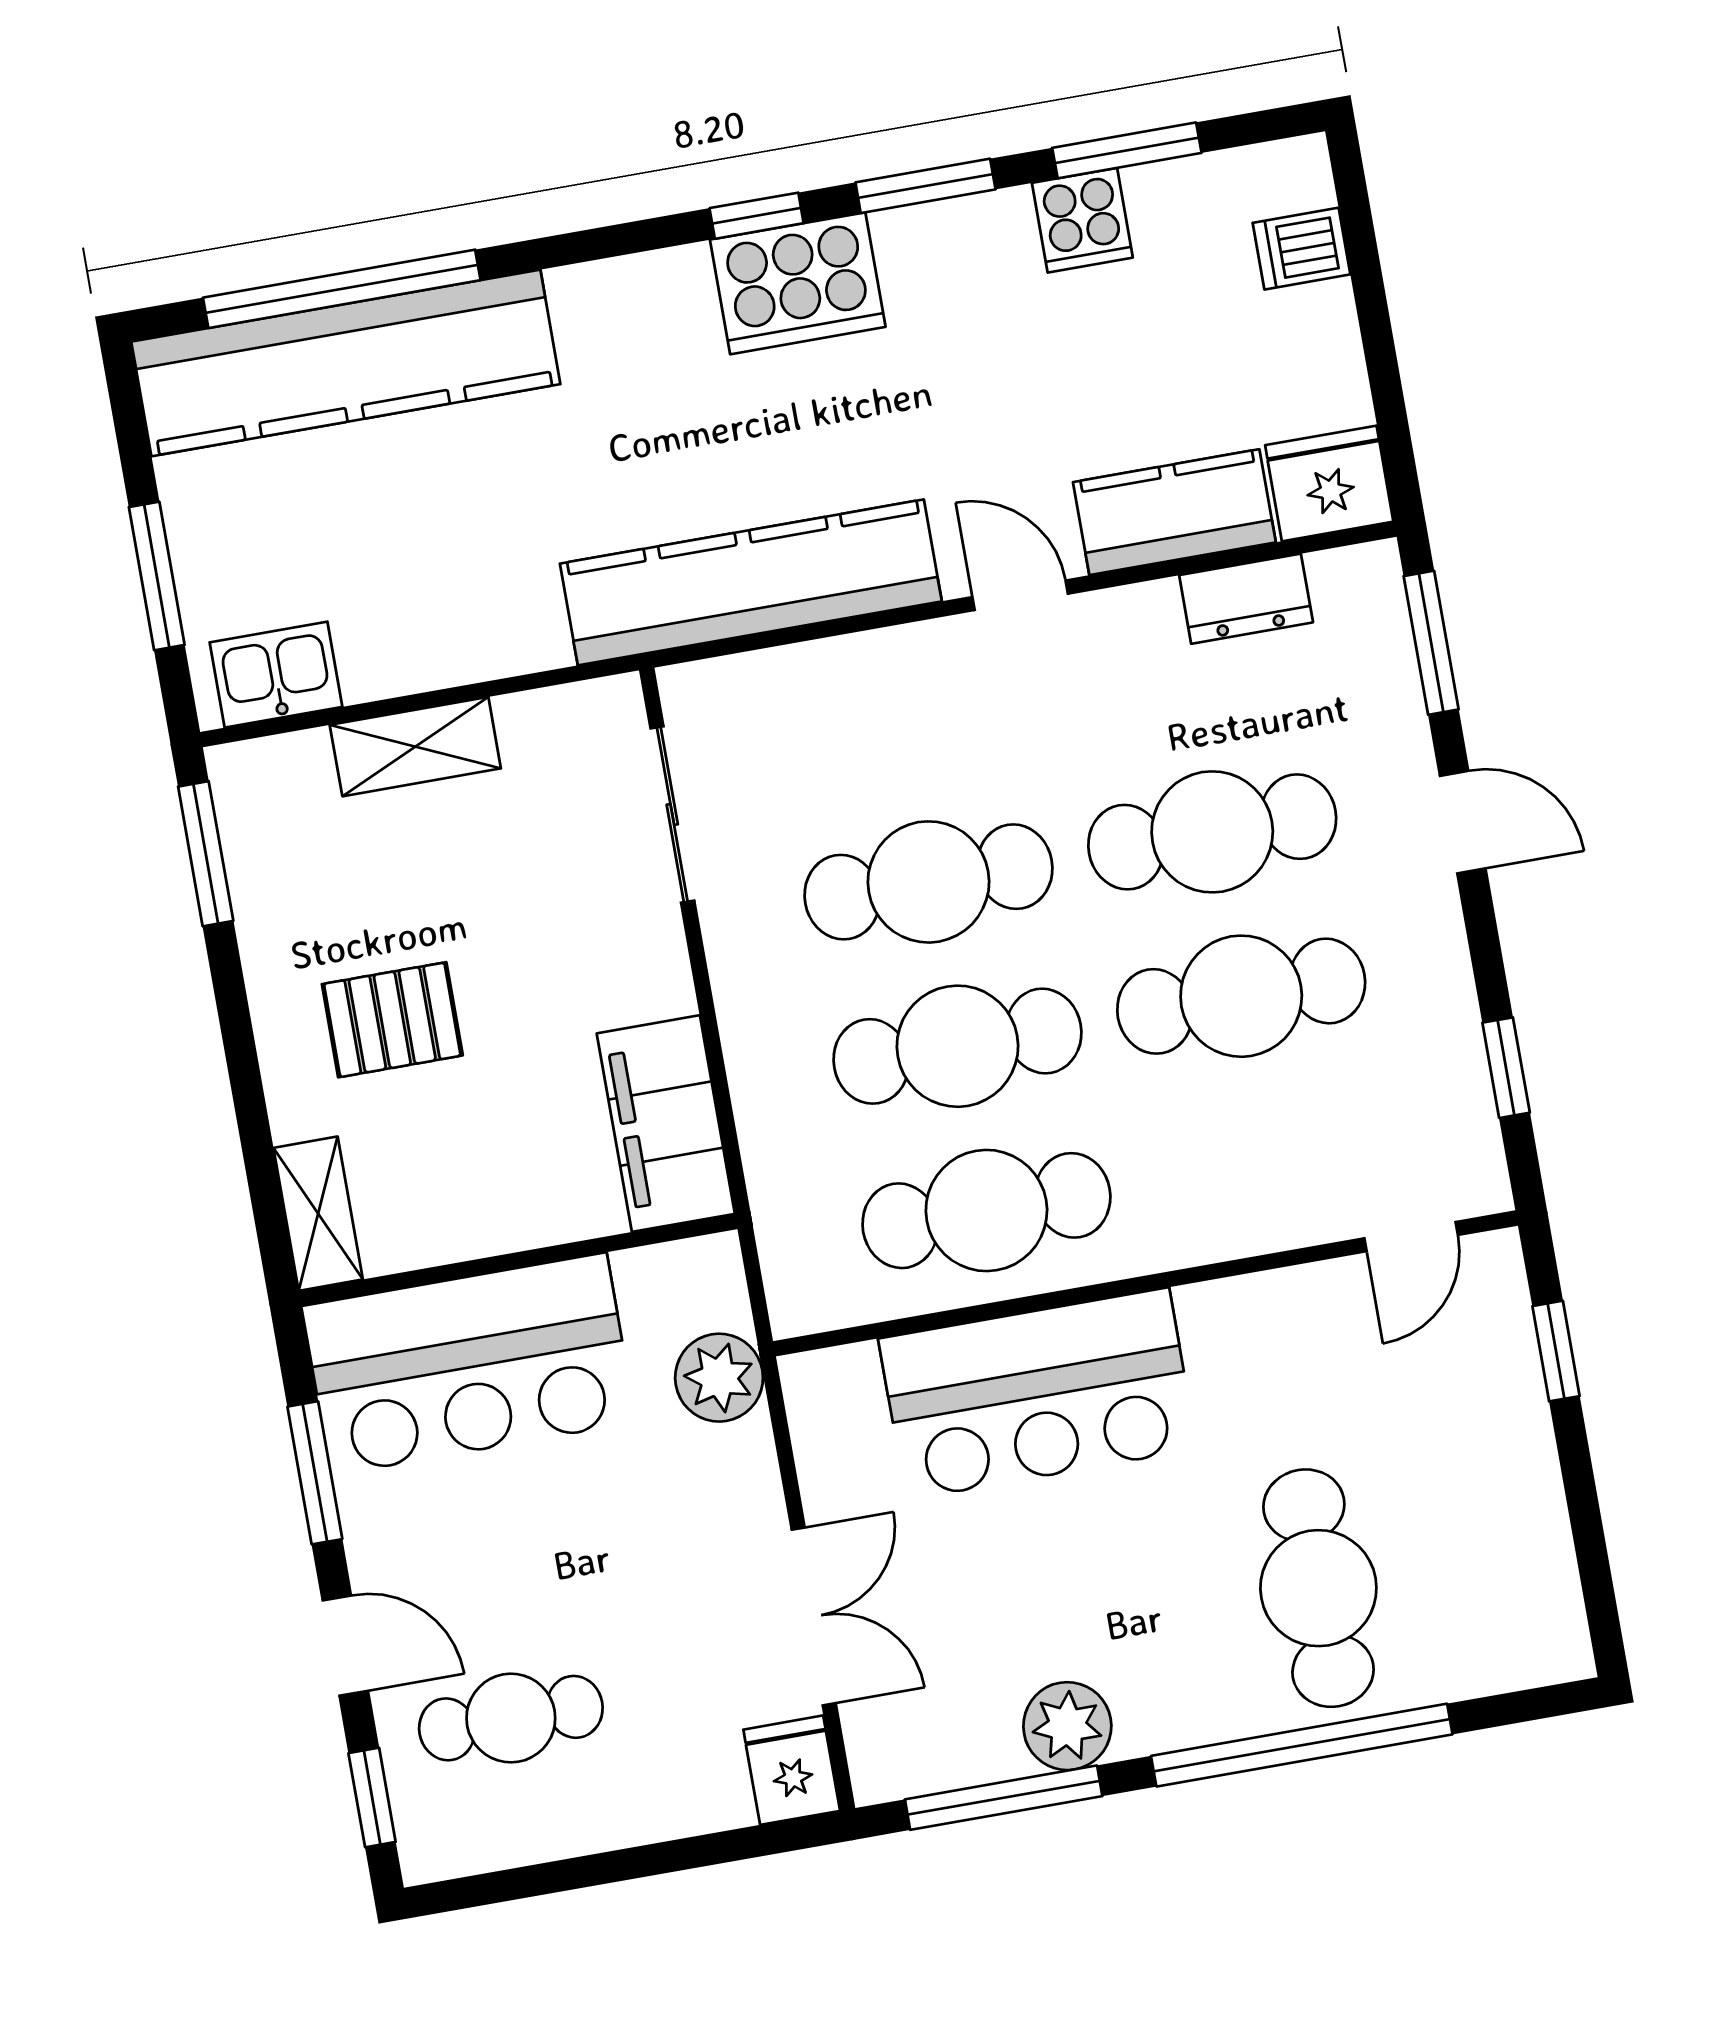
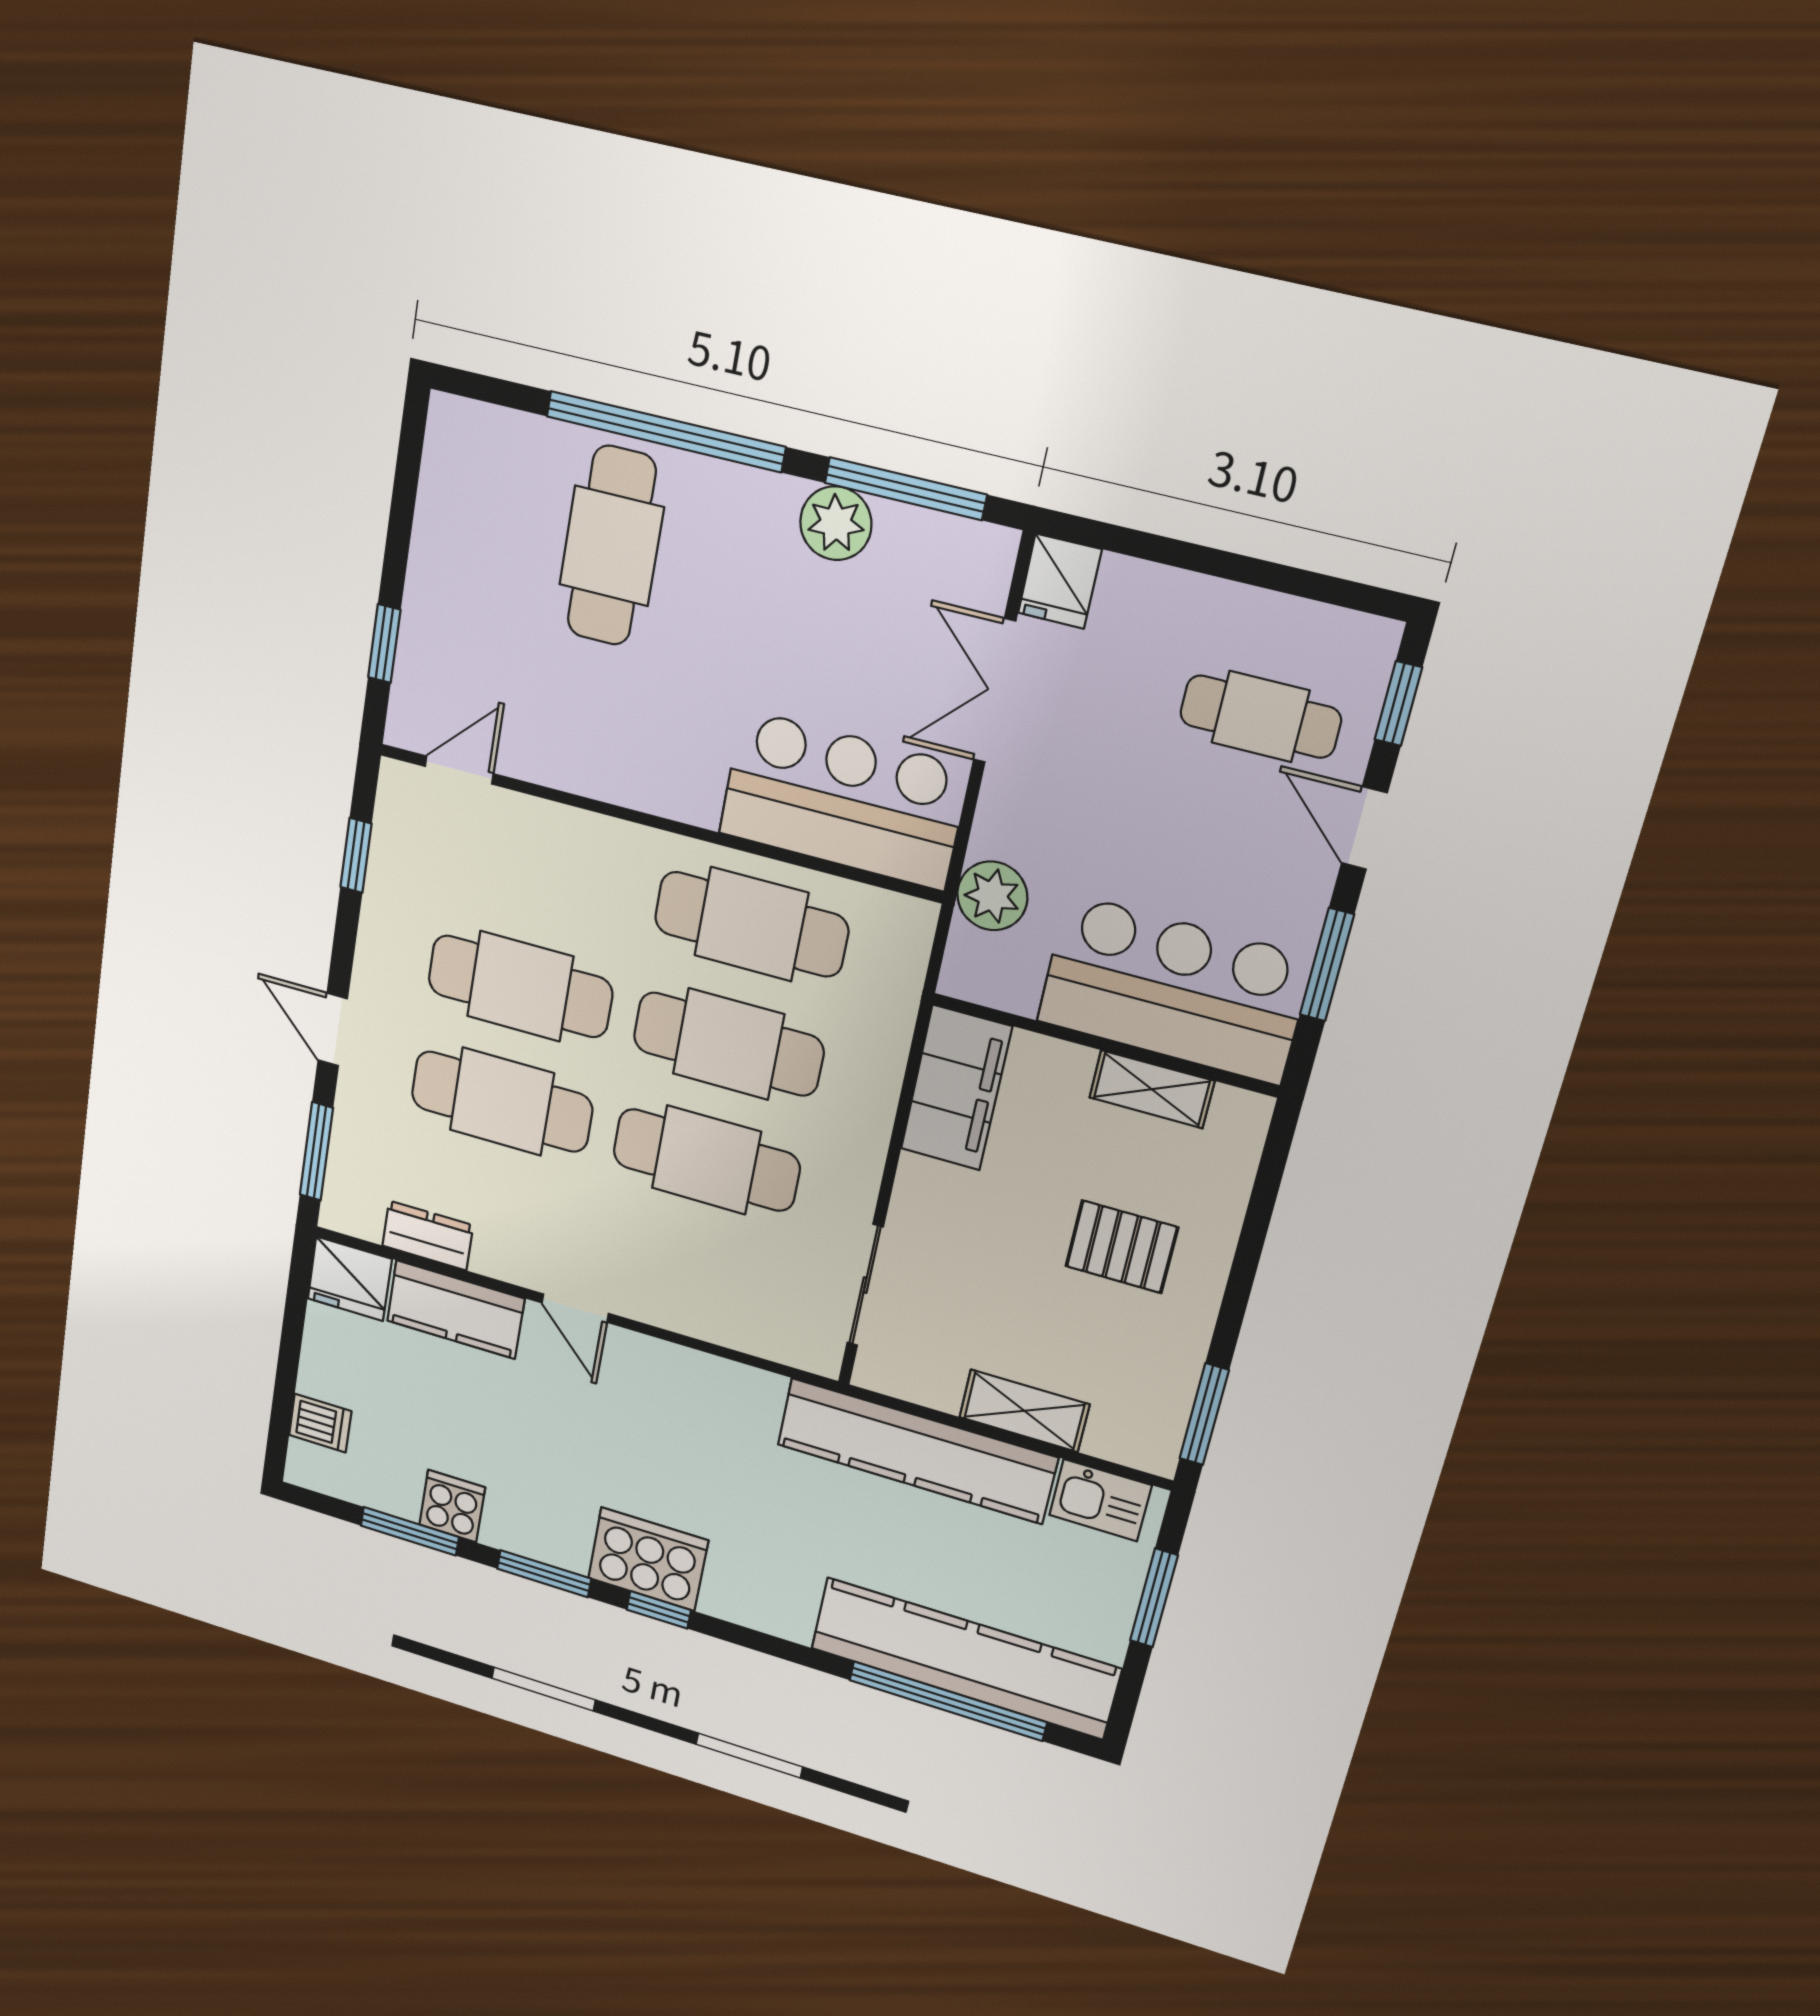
kitchen counter: (751, 582) -> (917, 1451), moved
shelving: (318, 1214) -> (1152, 1089), moved, turned 90
bar counter: (1038, 1394) -> (843, 800), moved

